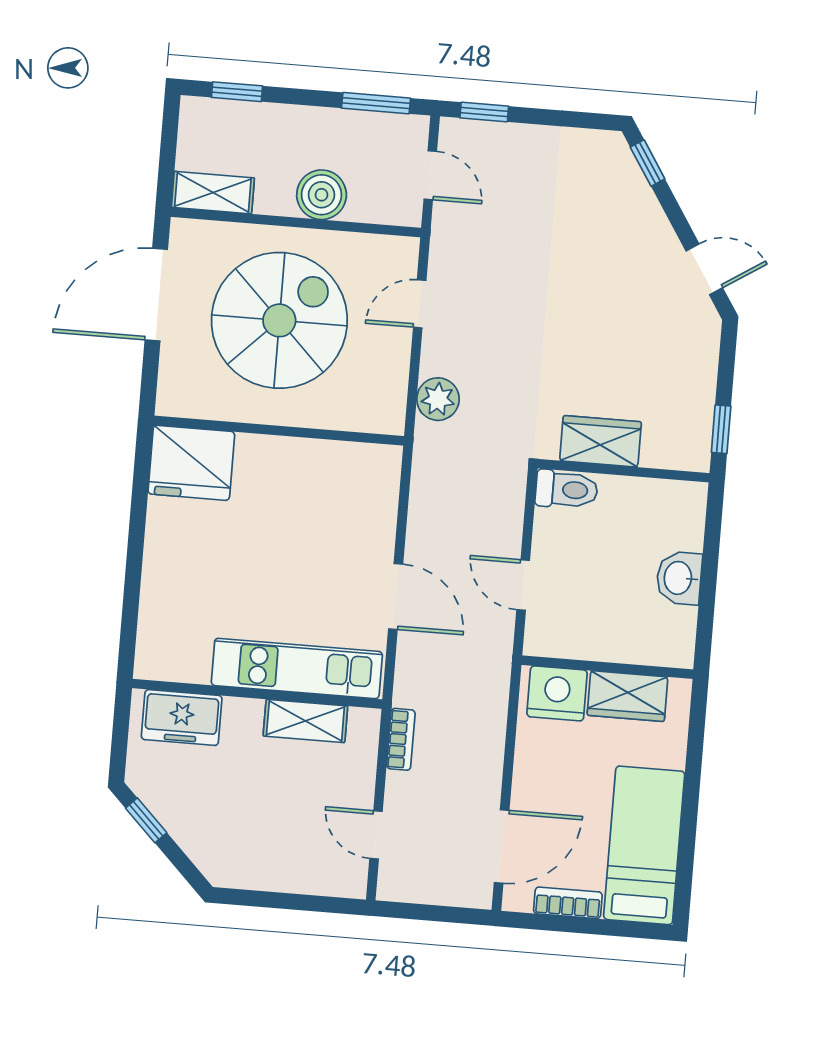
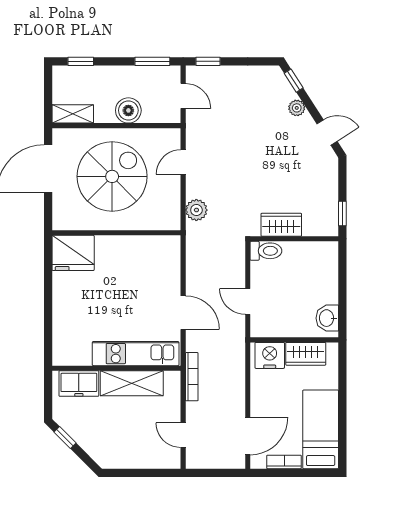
plant: (649, 217) -> (297, 108), added
washbasin: (679, 578) -> (327, 318), moved
shelving: (305, 721) -> (132, 383), width x1.50, depth x1.33
bookcase: (401, 739) -> (192, 377), width x1.56

